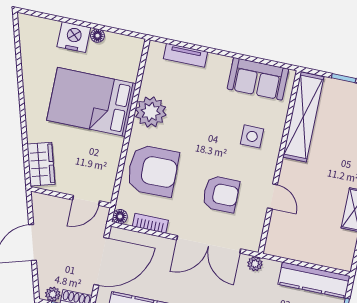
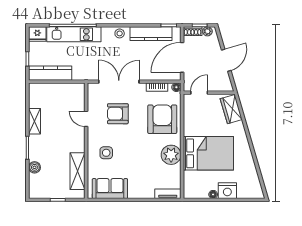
tv unit: (185, 55) -> (168, 194), moved
shelving: (303, 117) -> (77, 171), width x0.68
armchair: (153, 171) -> (162, 119), turned 91
plant: (255, 264) -> (88, 76), removed

